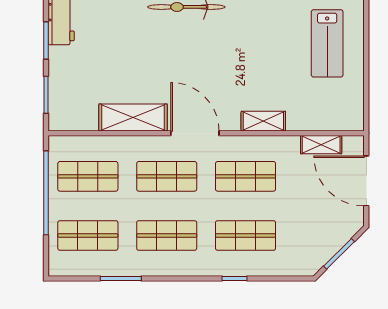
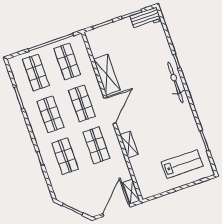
lab bench: (327, 43) -> (182, 164), turned 180
shelving: (321, 145) -> (131, 191), moved

